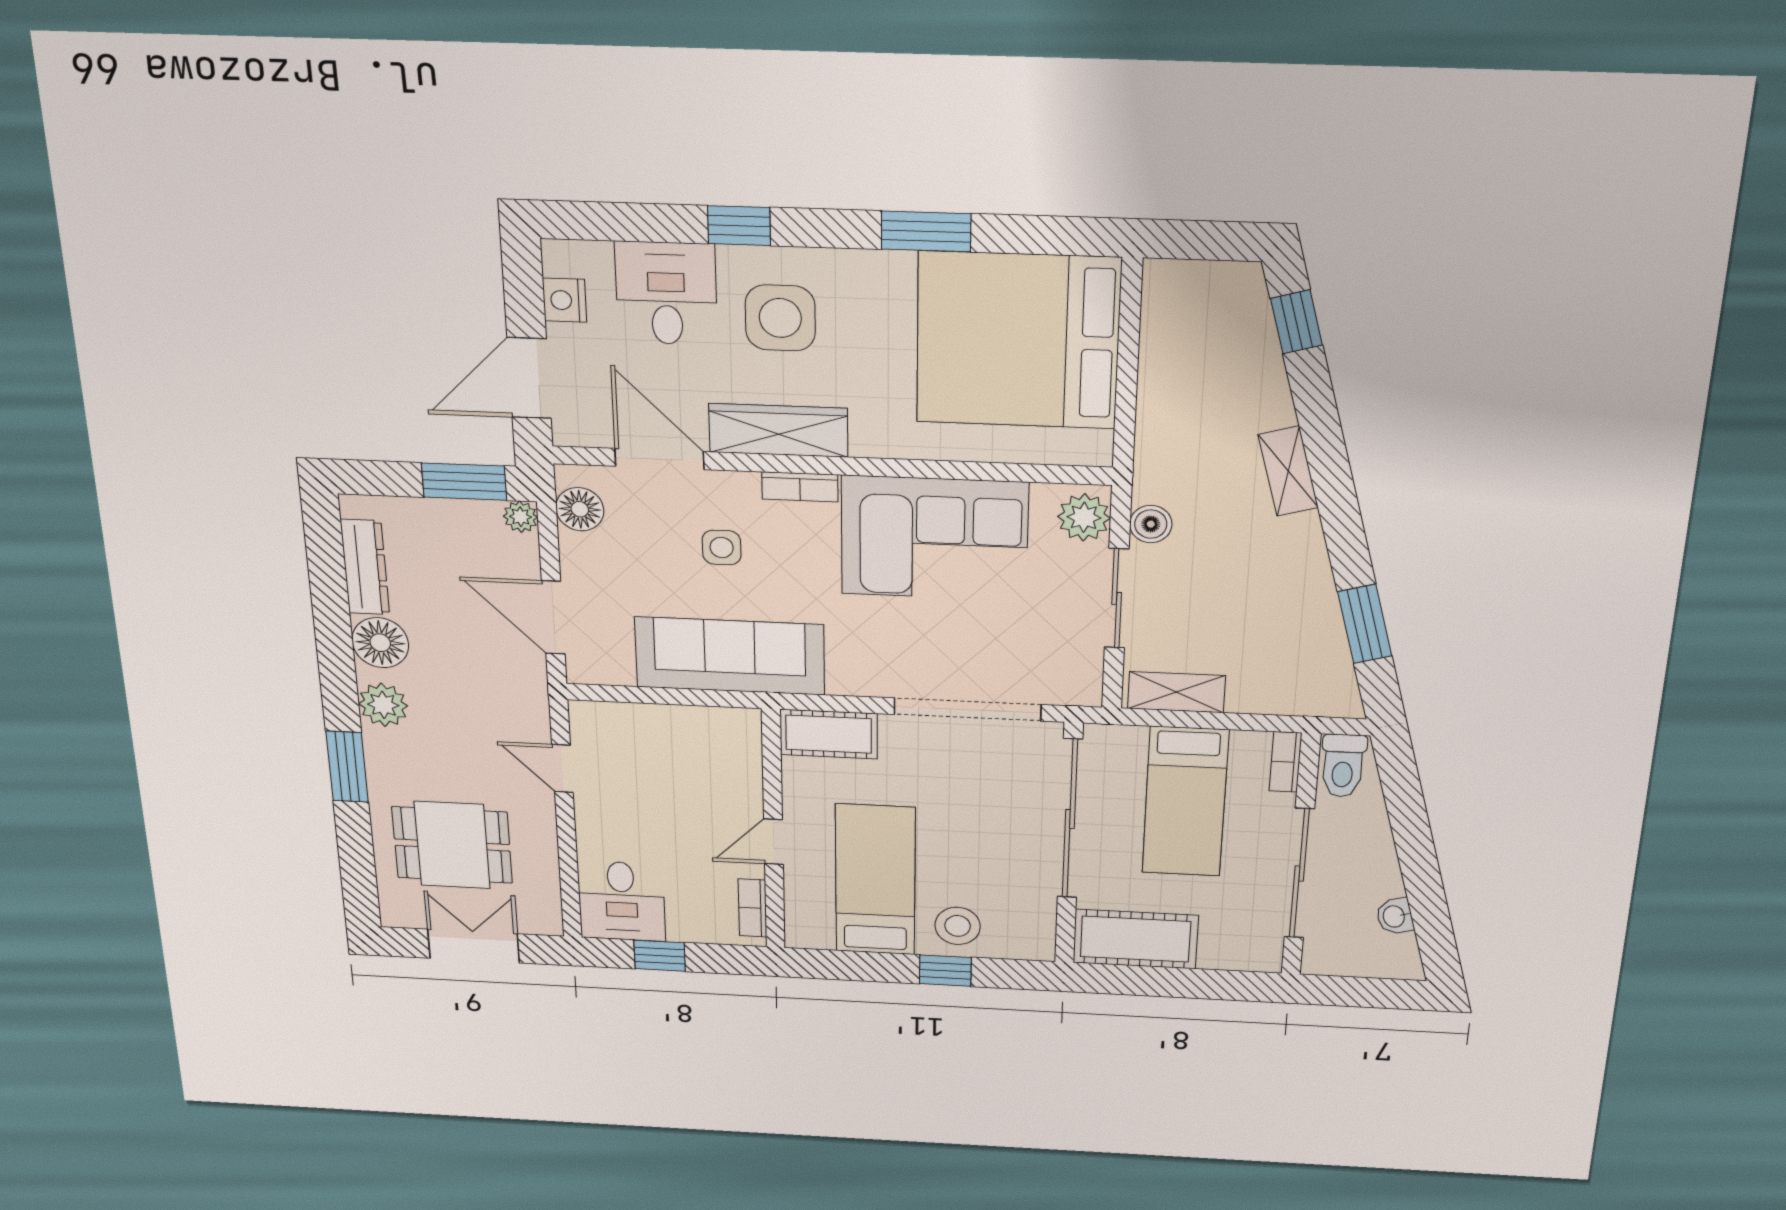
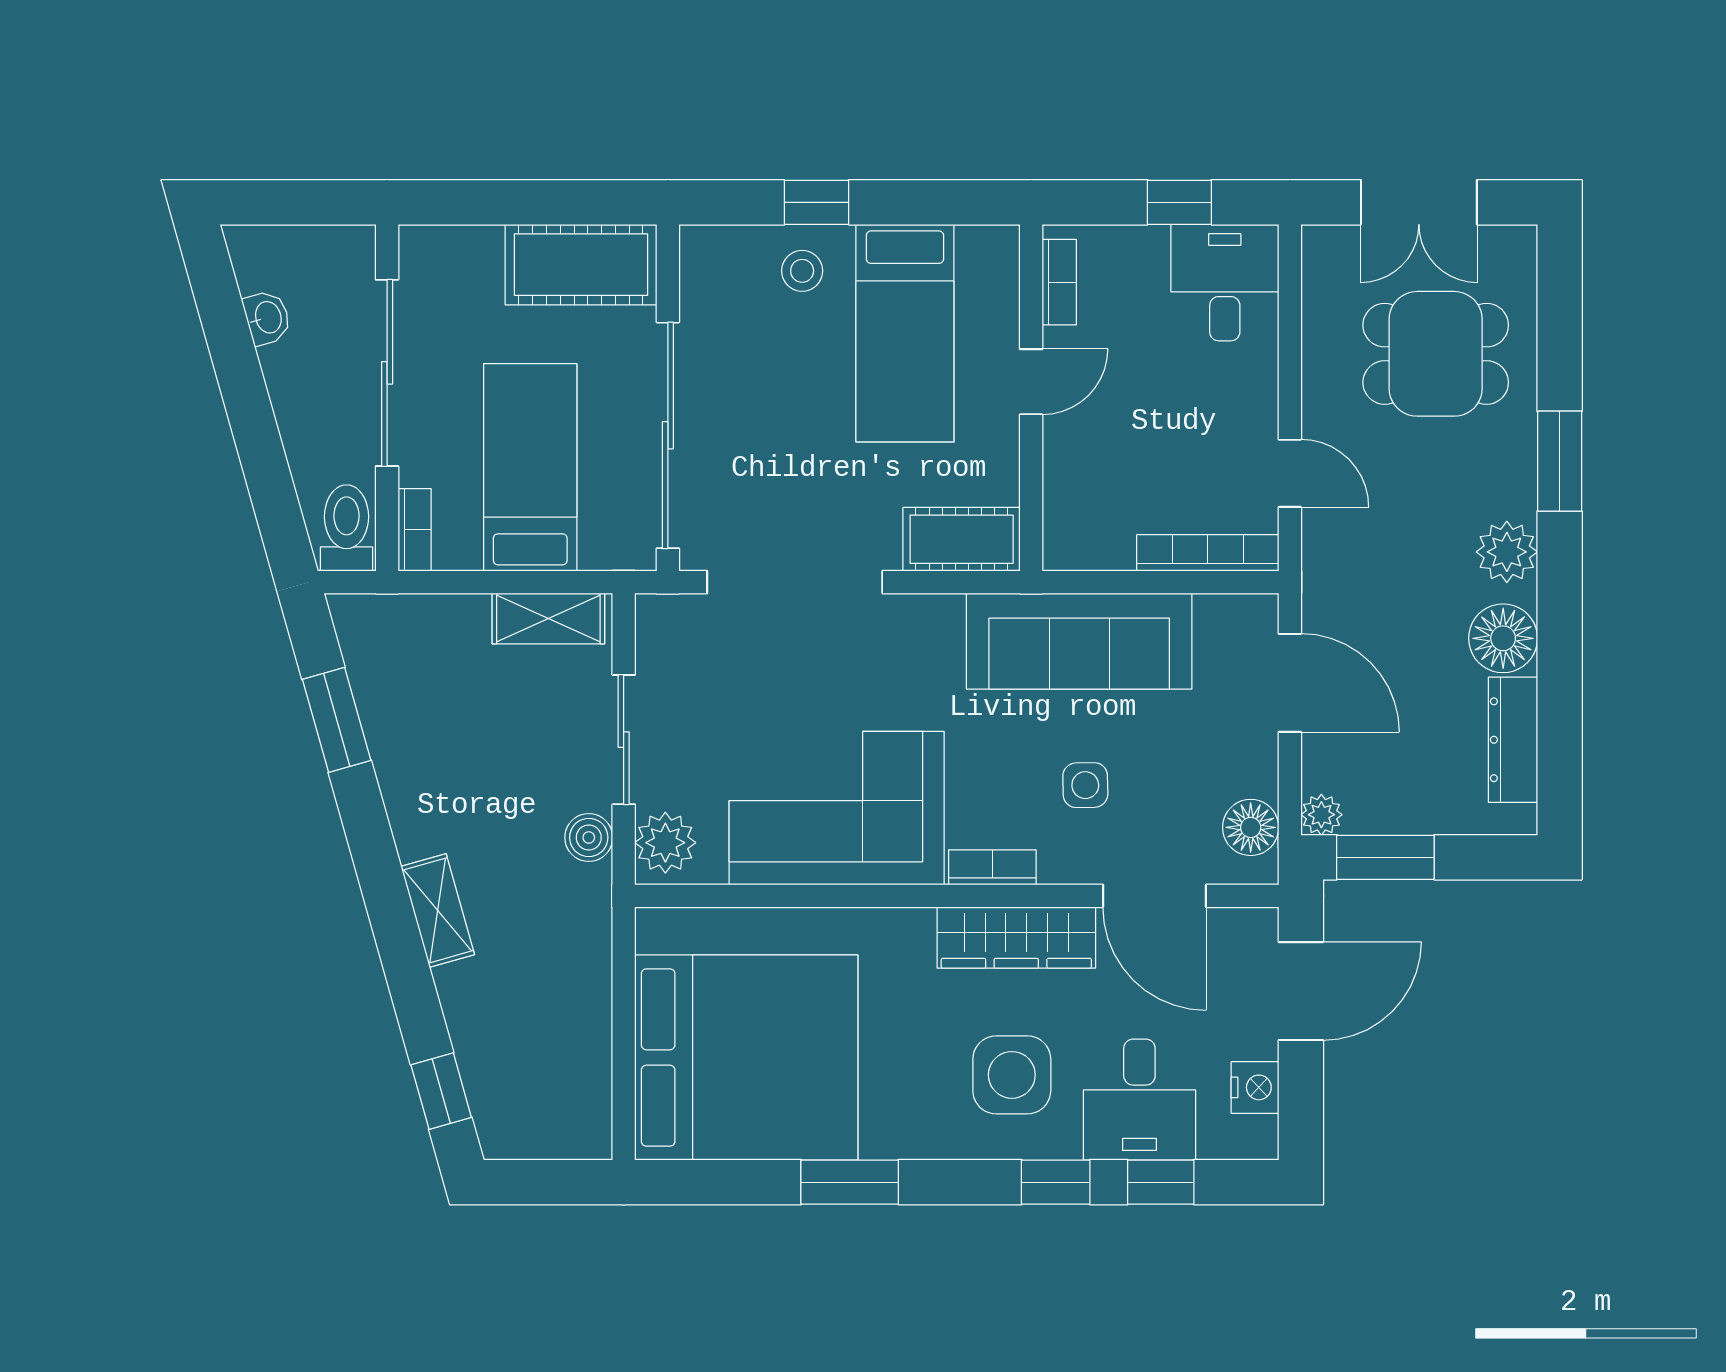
window: (645, 223) -> (1161, 1182), added
bookcase: (626, 715) -> (1208, 553), added
stool: (958, 926) -> (802, 271), width x0.73, depth x0.73

